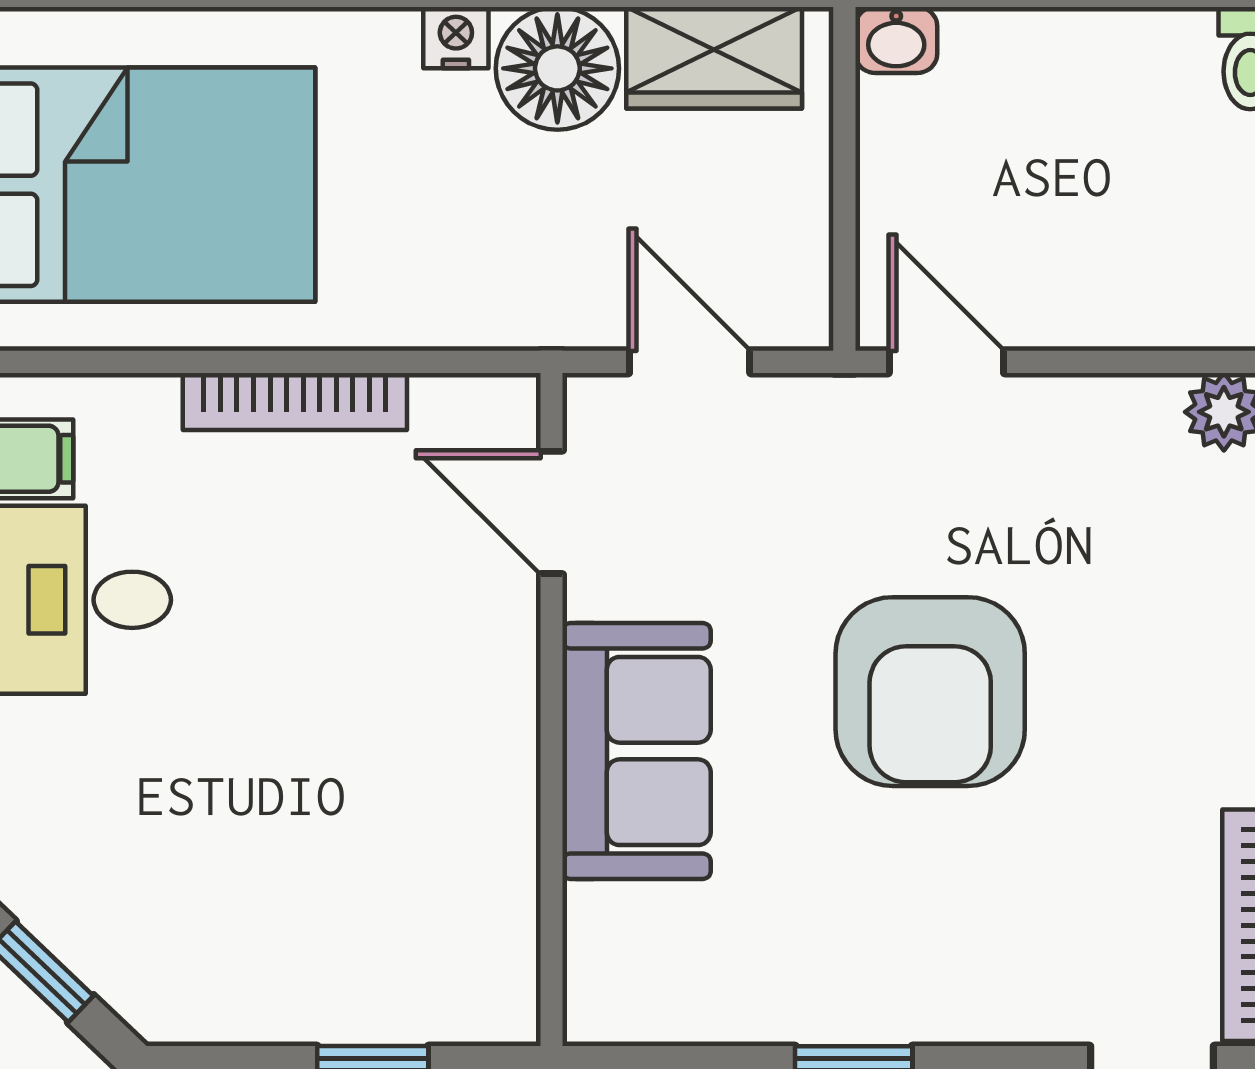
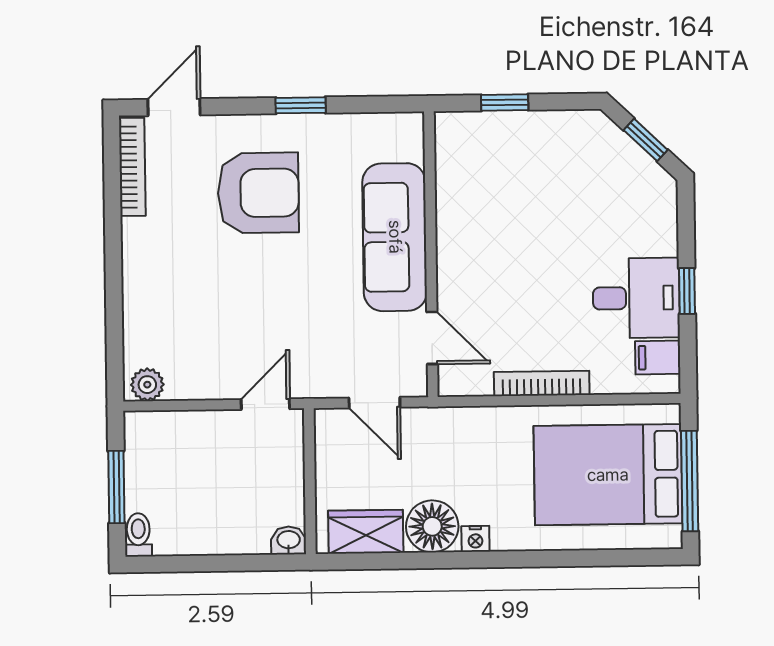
door: (946, 362) -> (265, 404), swing flipped
armchair: (930, 692) -> (258, 193), moved, turned 90
sofa: (637, 751) -> (395, 237), width x1.36

